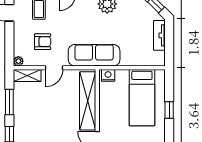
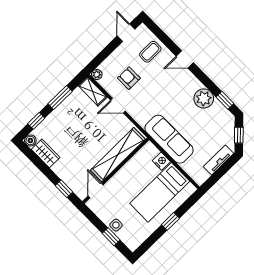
armchair: (43, 42) -> (129, 78), turned 180
sofa: (94, 55) -> (169, 139), moved
nightstand: (108, 75) -> (161, 161), moved

